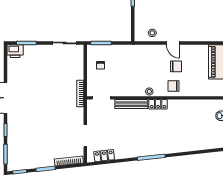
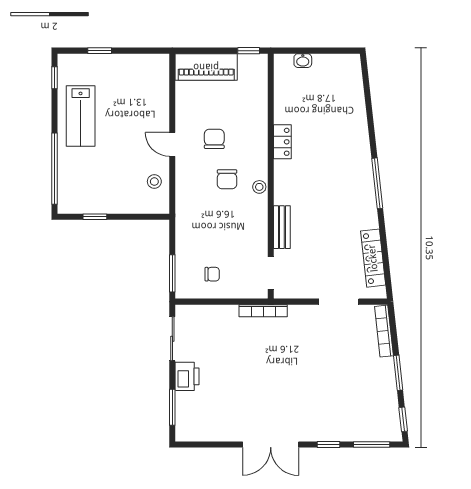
door: (173, 43) -> (172, 144), swing flipped
printer: (15, 51) -> (187, 376), moved
chair: (173, 86) -> (227, 179), moved
bench: (131, 104) -> (282, 227), width x0.73
locker: (158, 104) -> (282, 142), moved
locker: (104, 156) -> (373, 258), width x1.53

